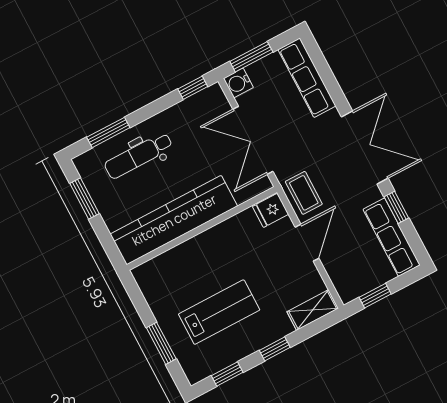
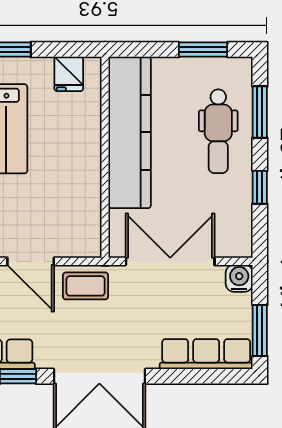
window: (251, 57) -> (260, 331), moved
window: (193, 88) -> (260, 187), moved
dental chair: (139, 156) -> (218, 131), turned 180
fridge: (271, 210) -> (69, 74), moved, turned 180

